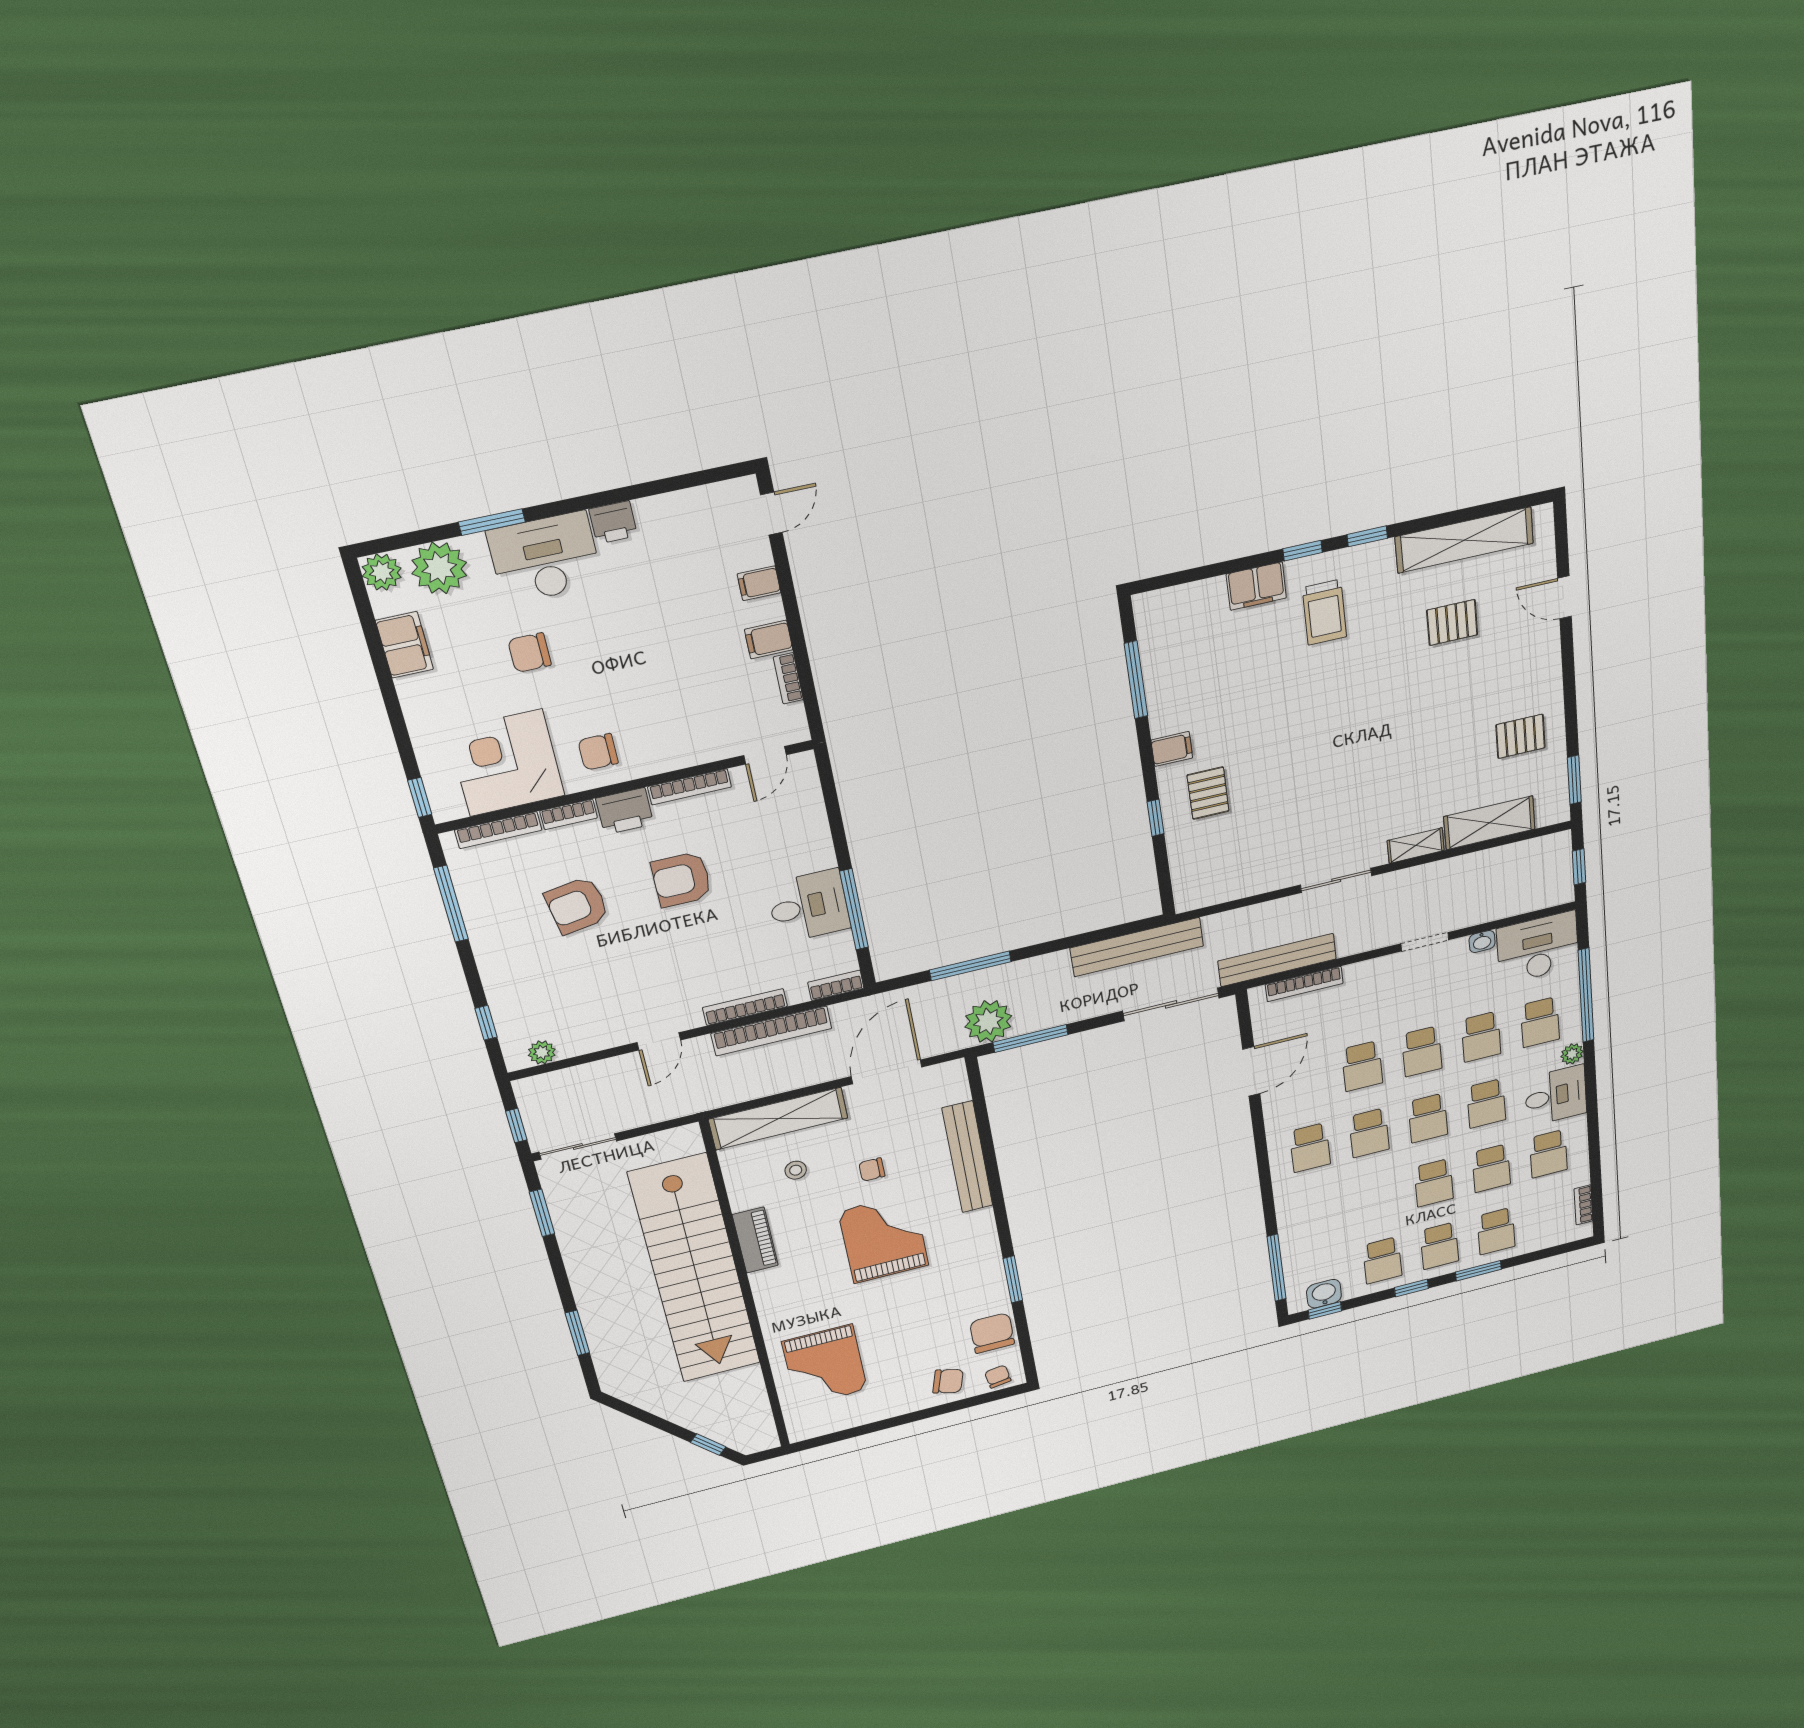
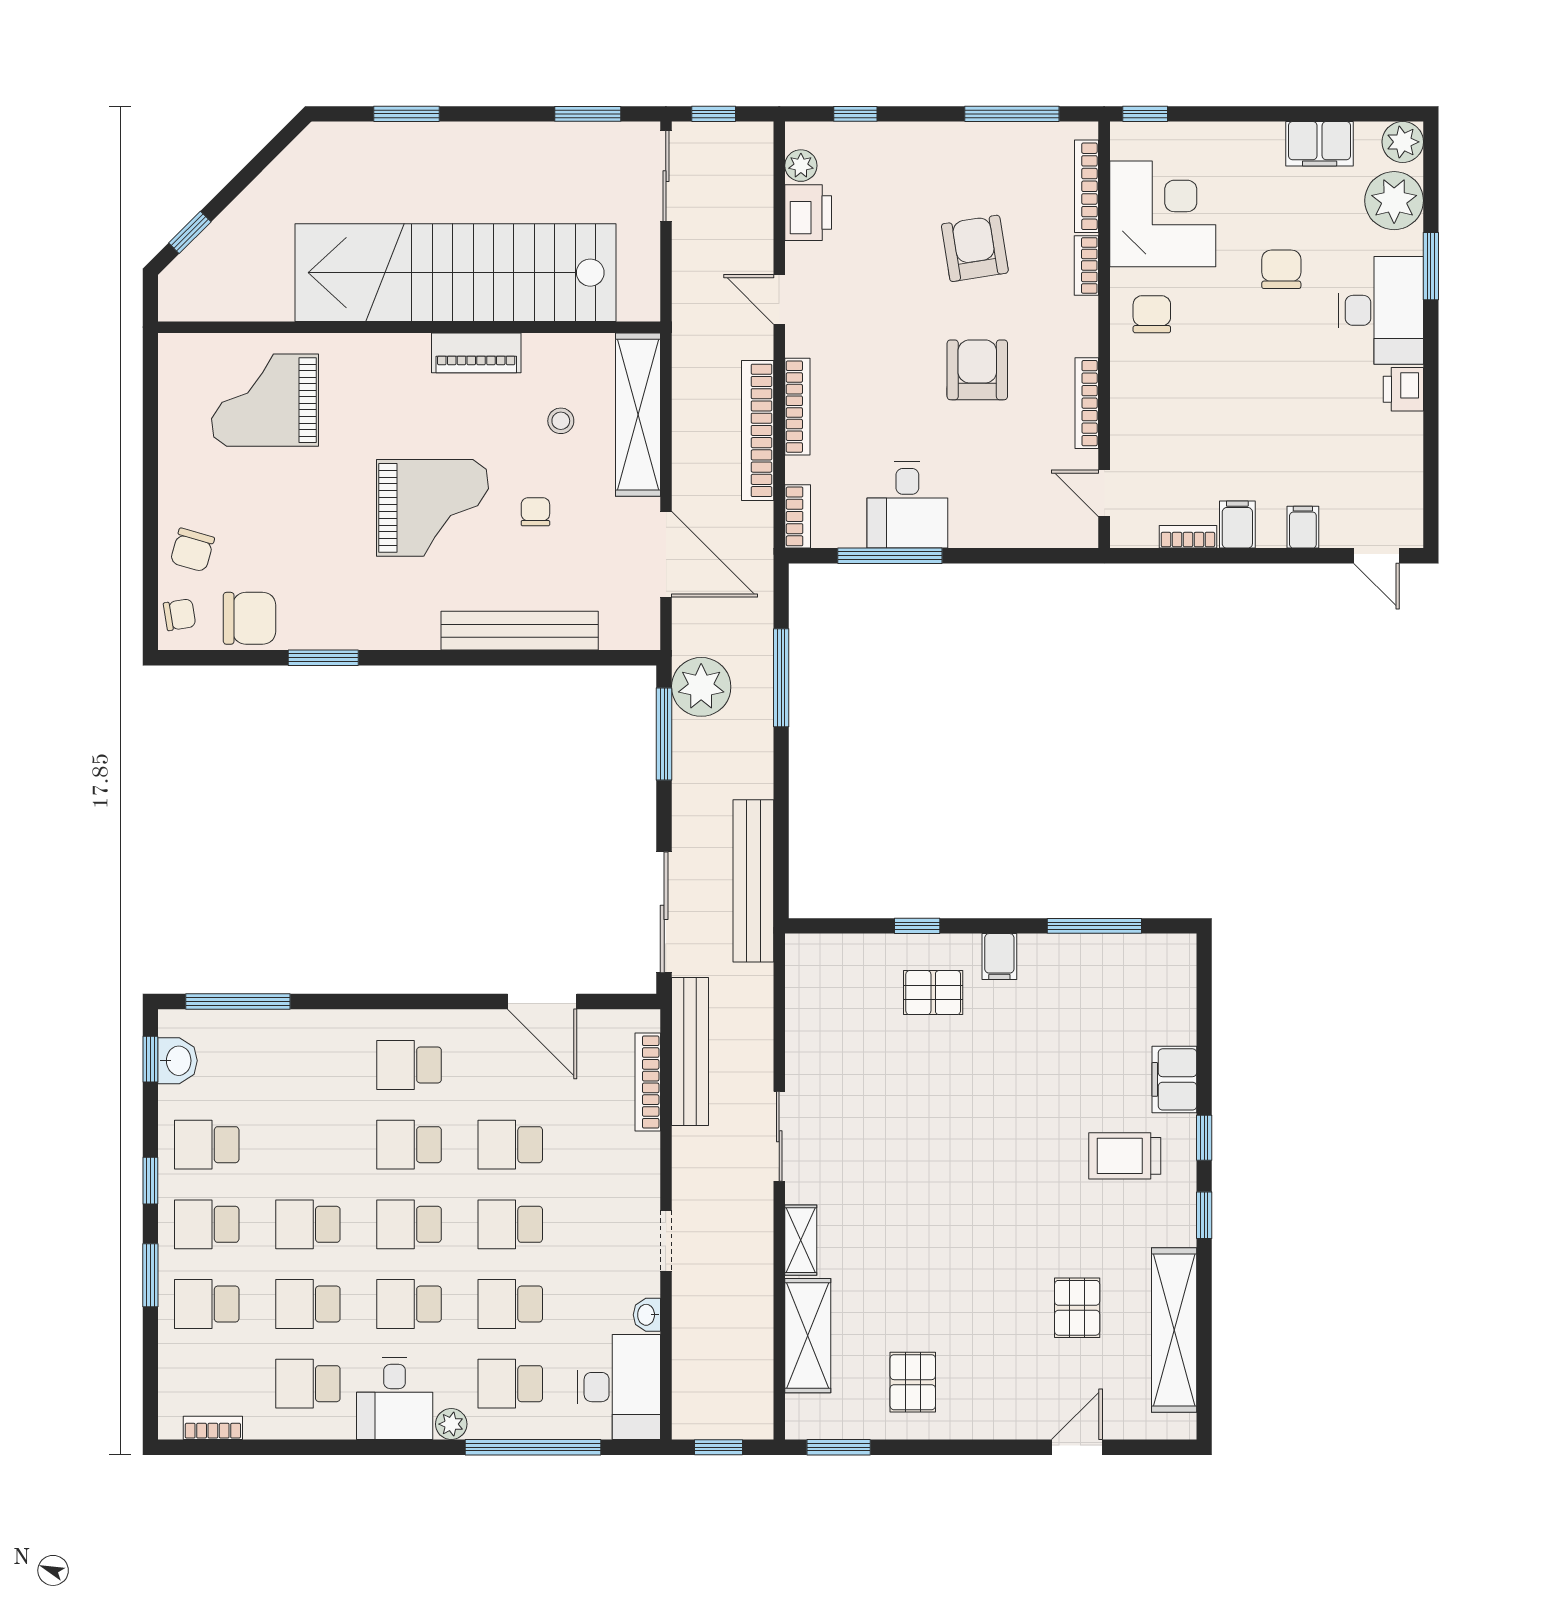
printer: (625, 811) -> (808, 213), moved, turned 180

